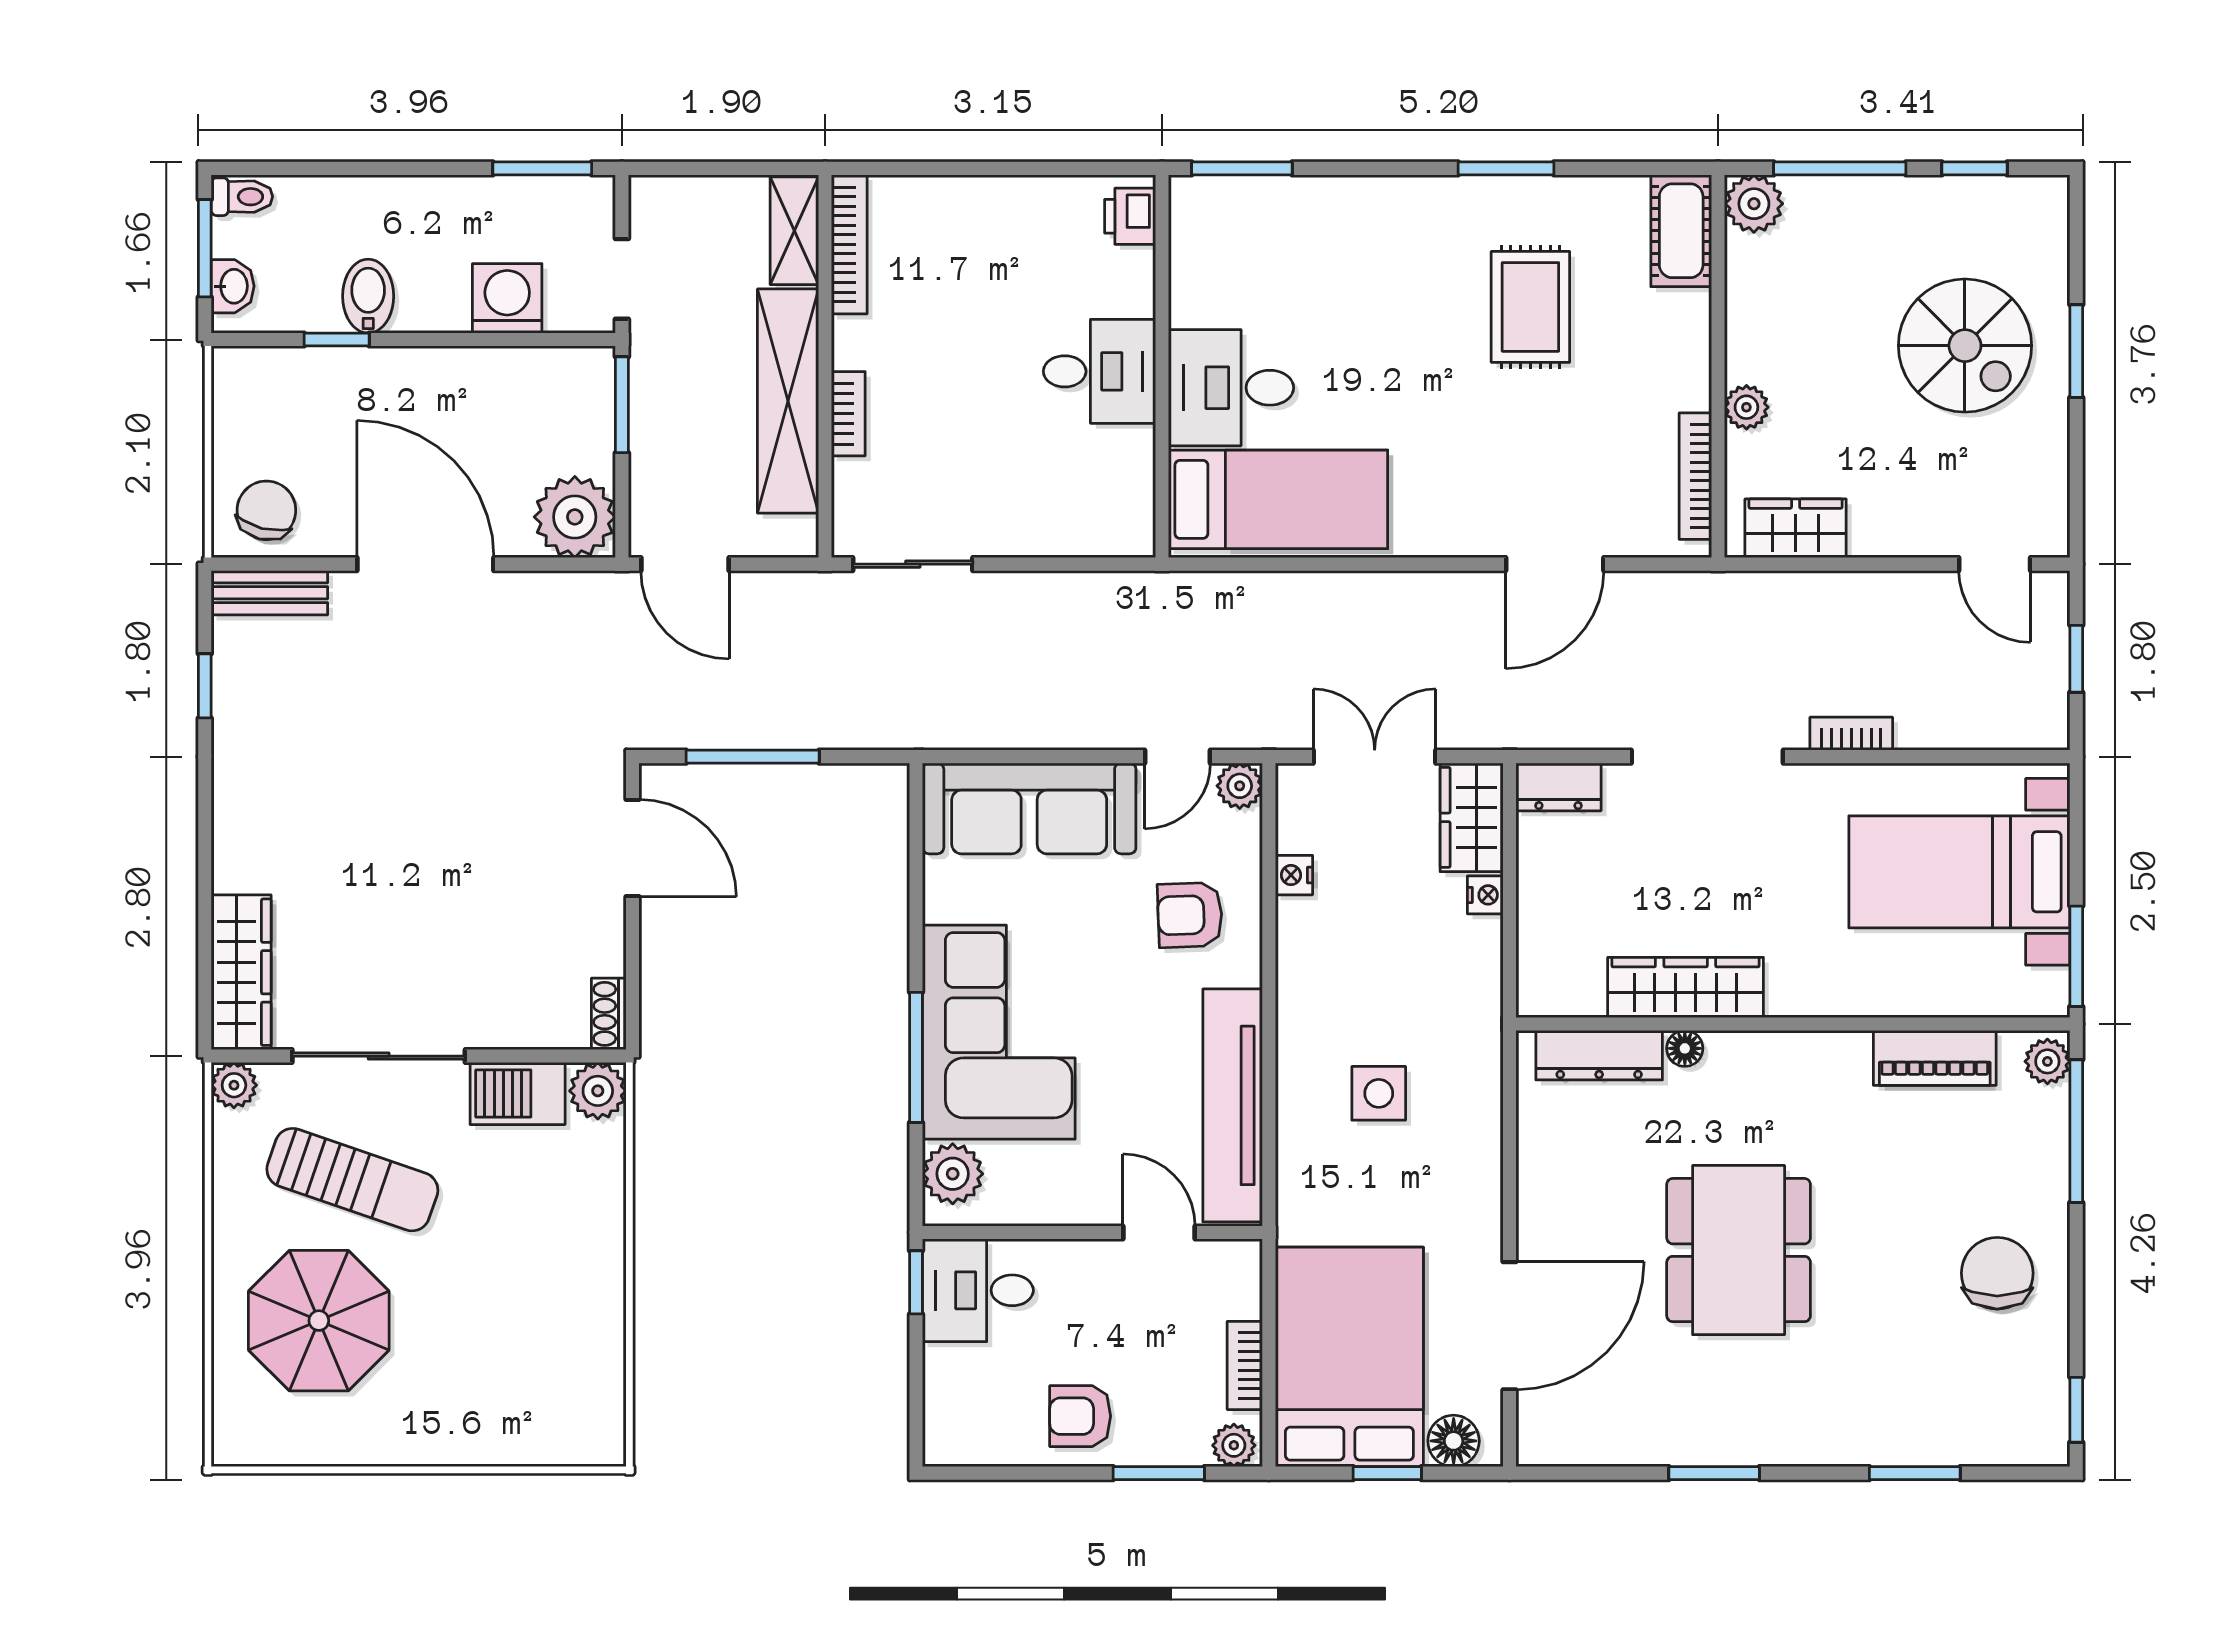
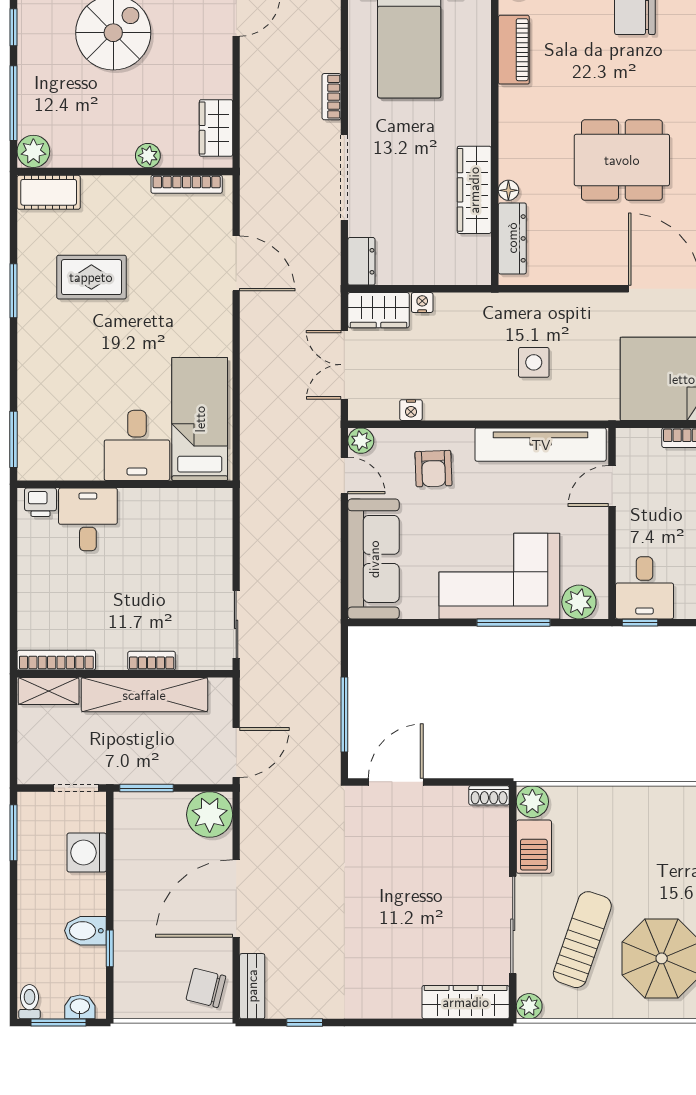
desk: (1099, 371) -> (88, 519), moved

